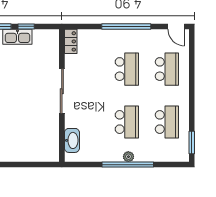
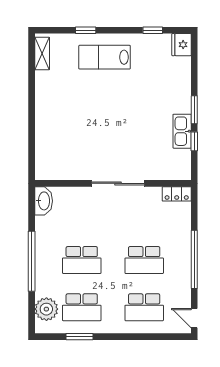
door: (176, 26) -> (194, 318), hinge flipped
washbasin: (72, 140) -> (44, 201), moved, turned -90
window: (192, 143) -> (79, 337), moved
plant: (128, 157) -> (46, 309), moved, width x1.88, depth x1.88

